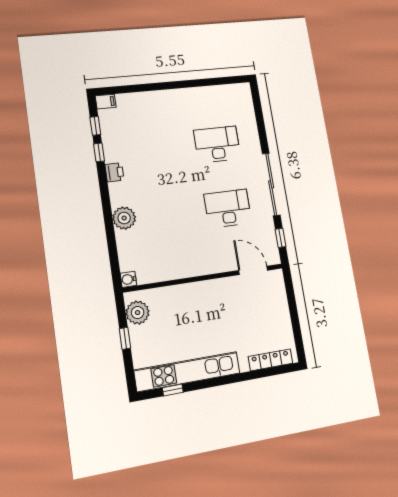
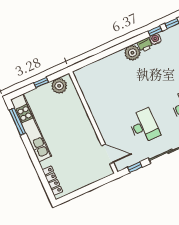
plant: (124, 218) -> (132, 53), moved
door: (253, 270) -> (108, 154), hinge flipped
water cooler: (128, 279) -> (155, 39), moved
window: (173, 390) -> (17, 122), width x2.17

